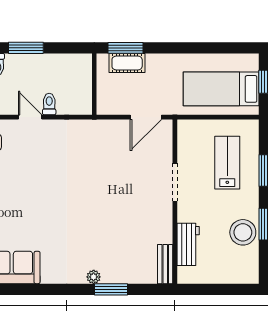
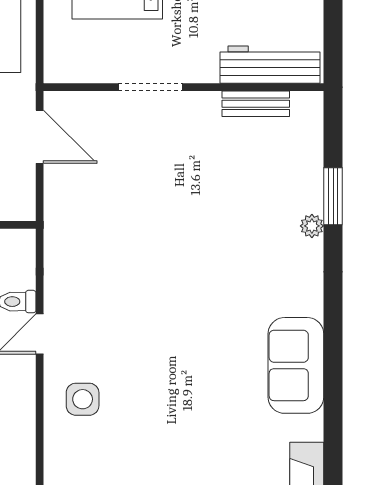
workbench: (188, 244) -> (270, 65), width x1.38
bench: (165, 264) -> (256, 104), moved

